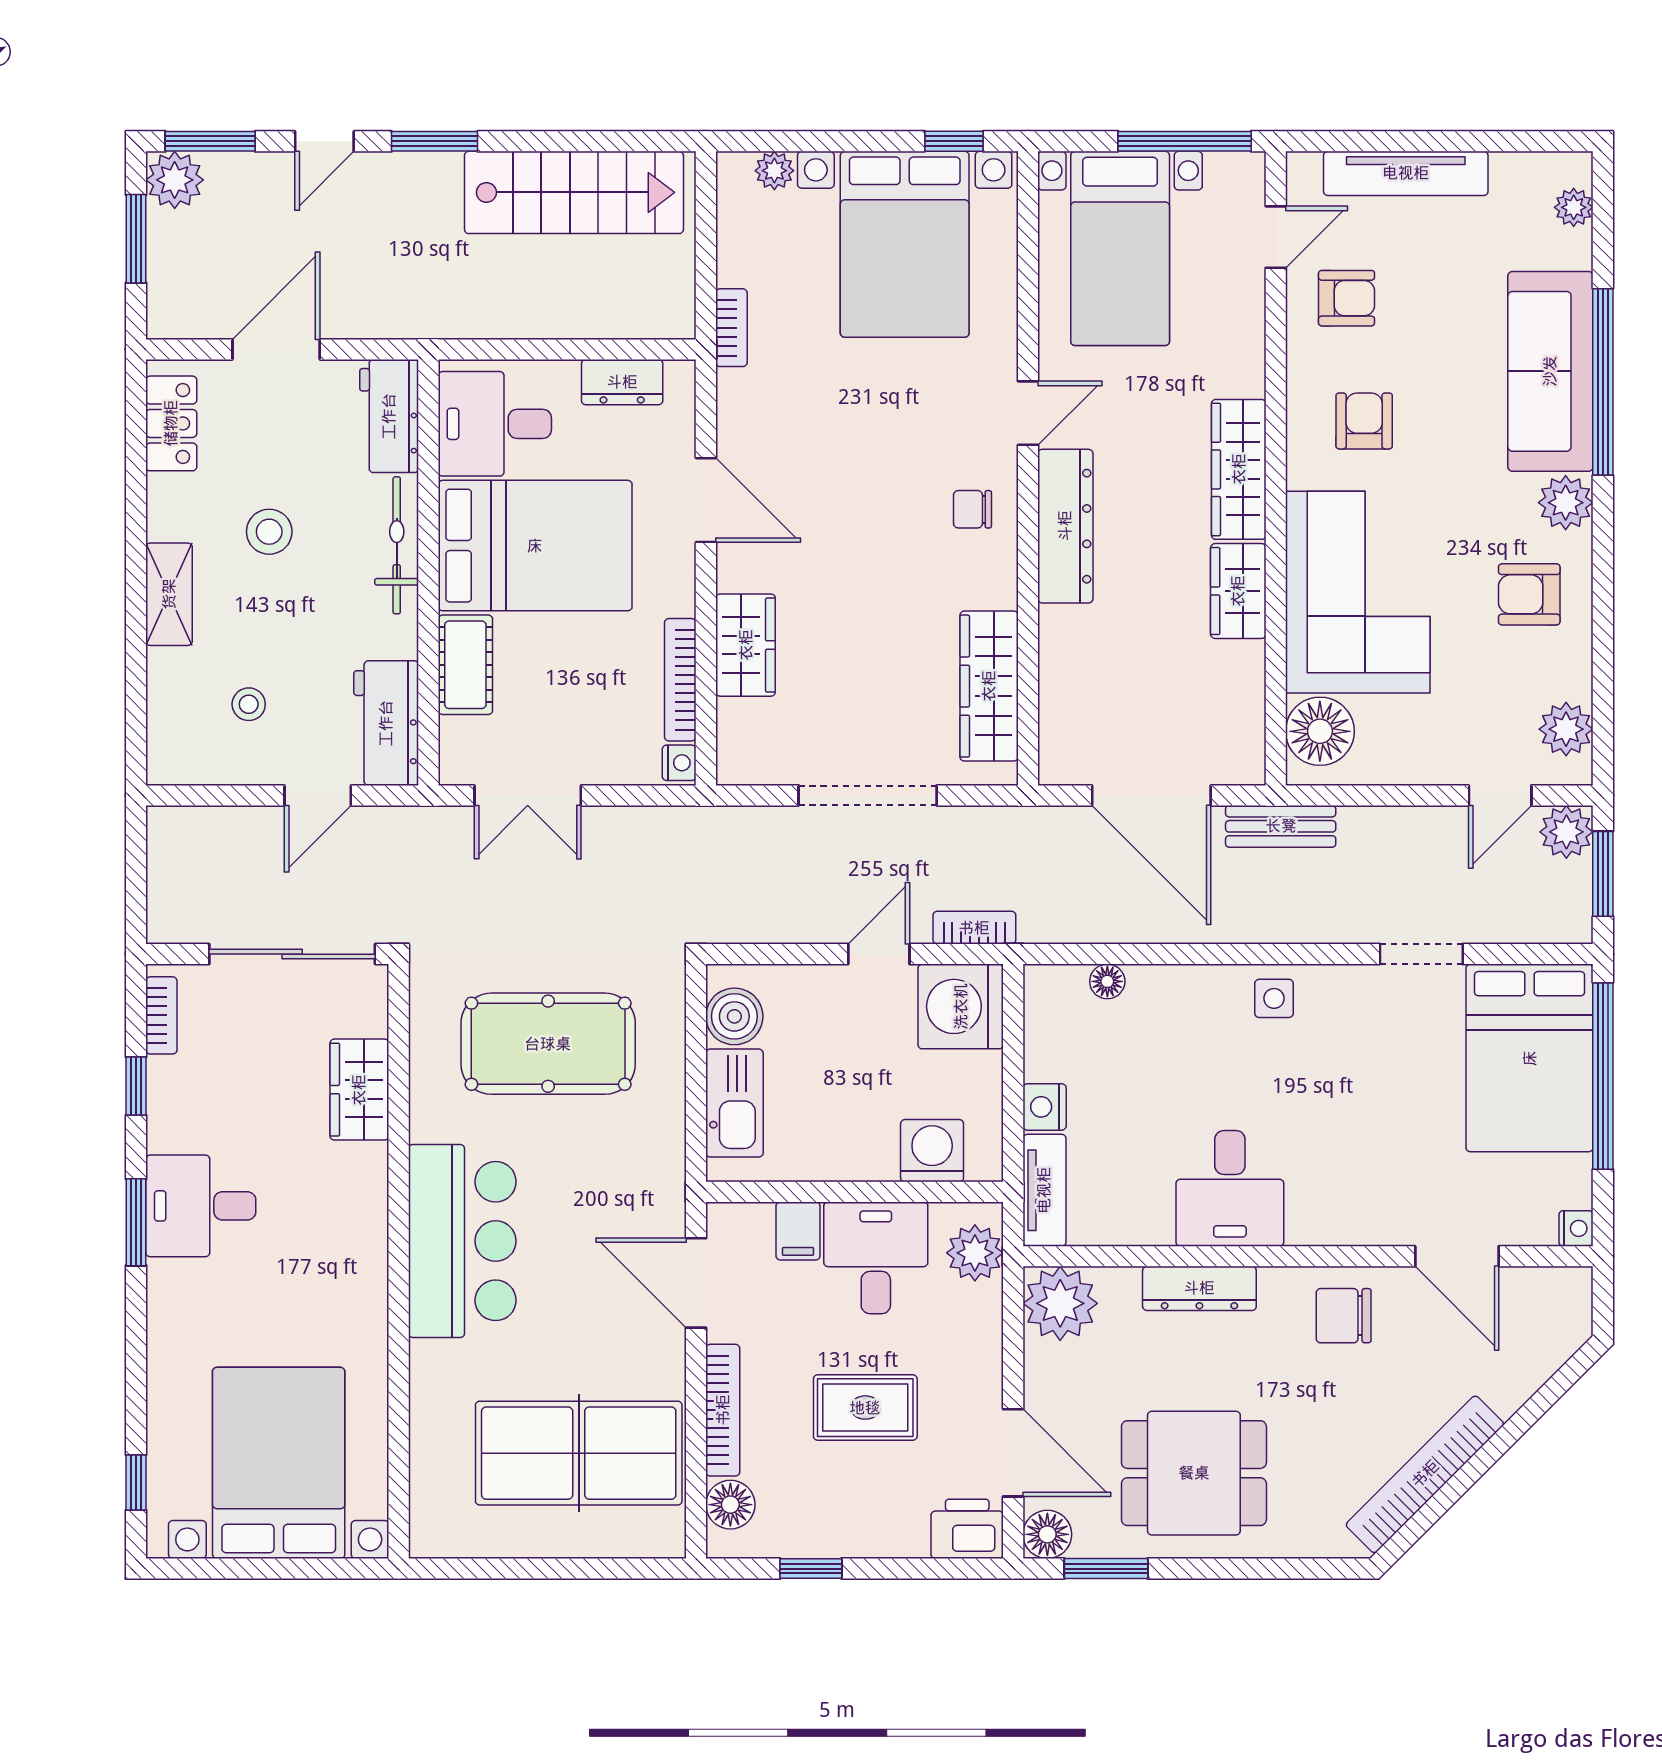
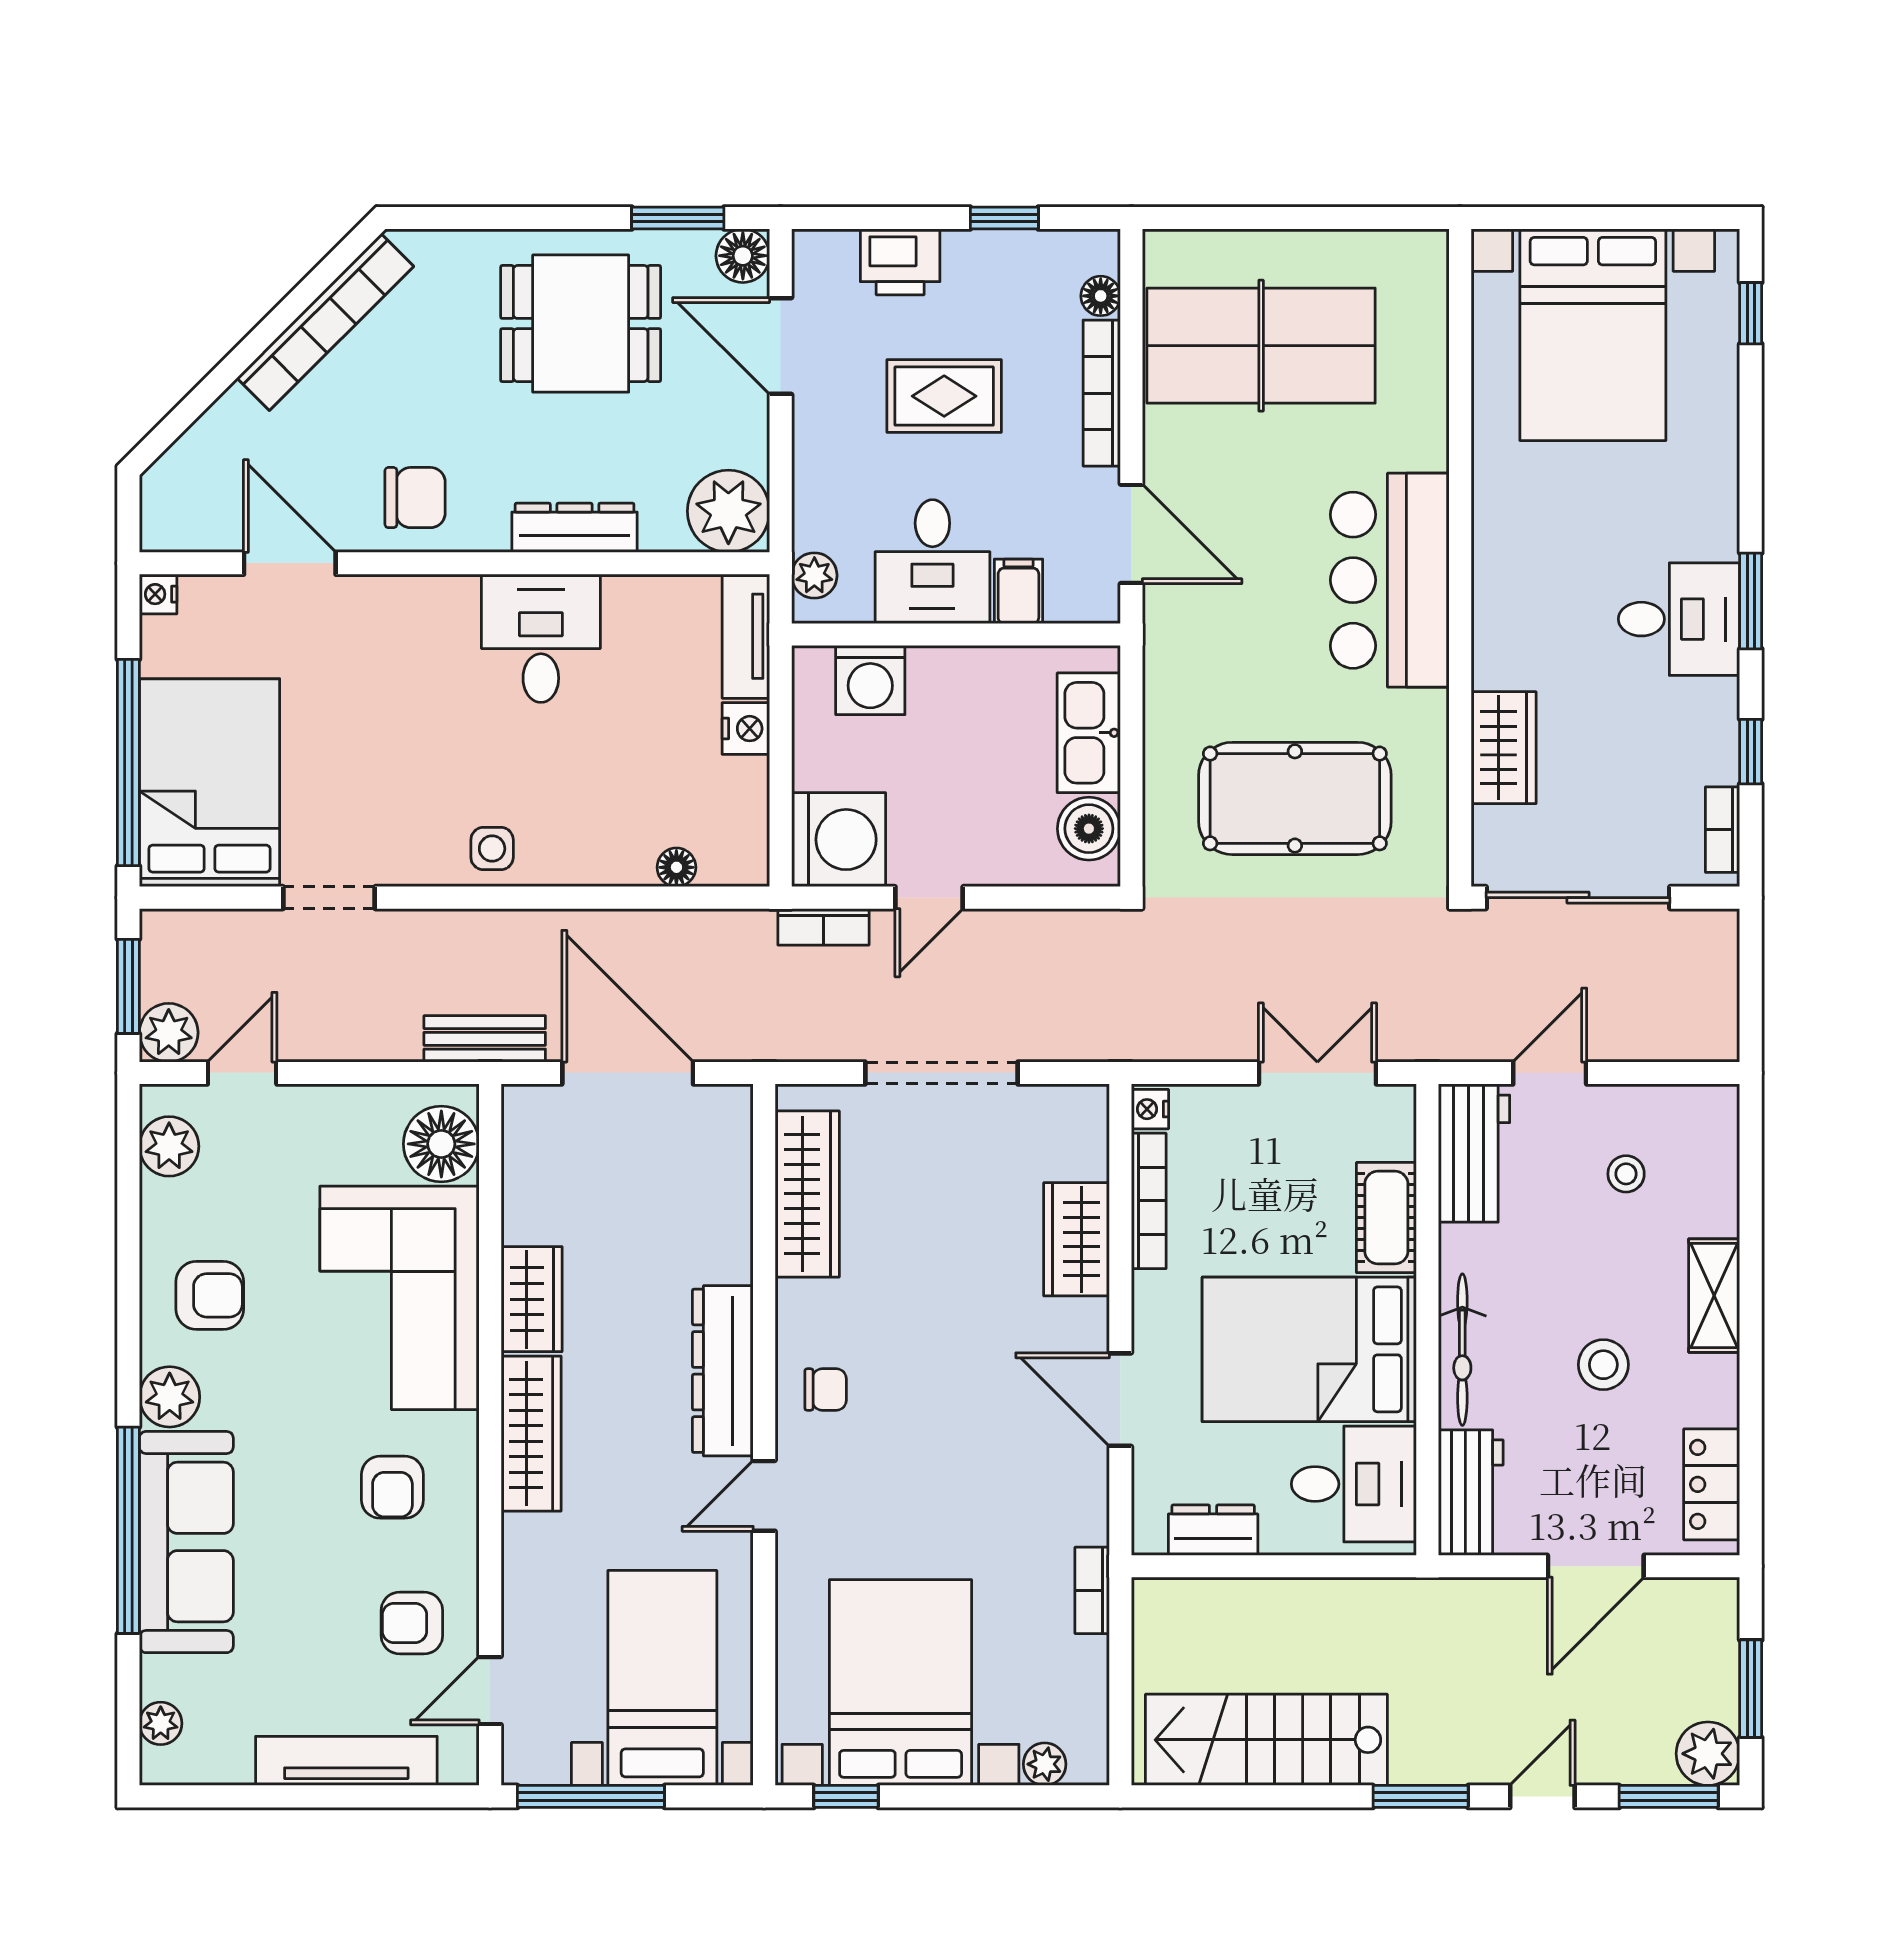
plant: (975, 1253) -> (814, 576), width x0.73, depth x0.73
floor lamp: (730, 1505) -> (1101, 296), width x0.73, depth x0.73
printer: (967, 1529) -> (900, 262), moved

